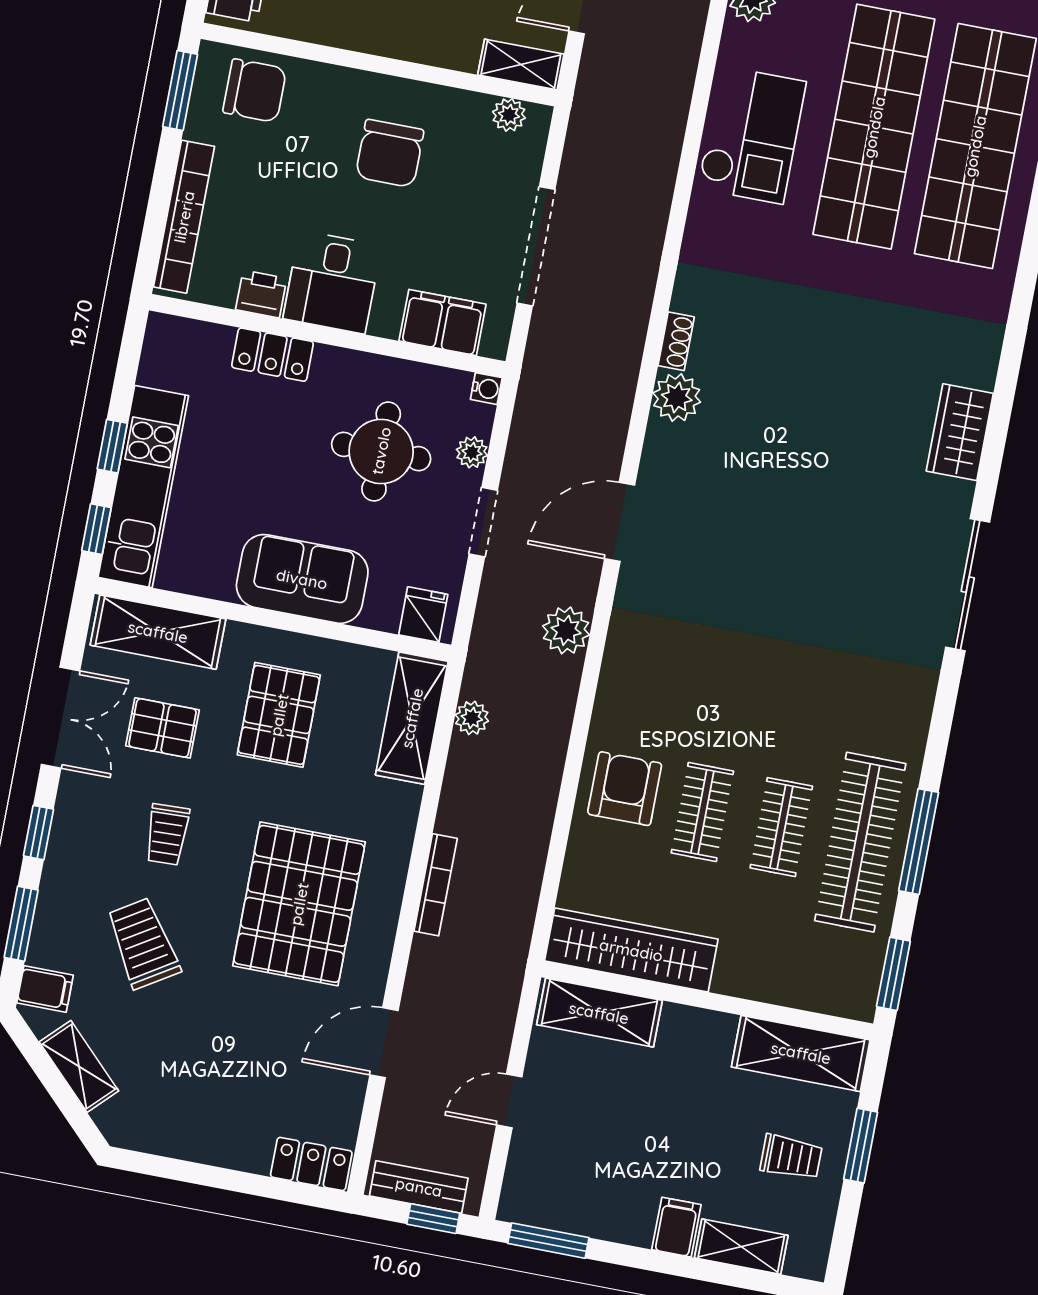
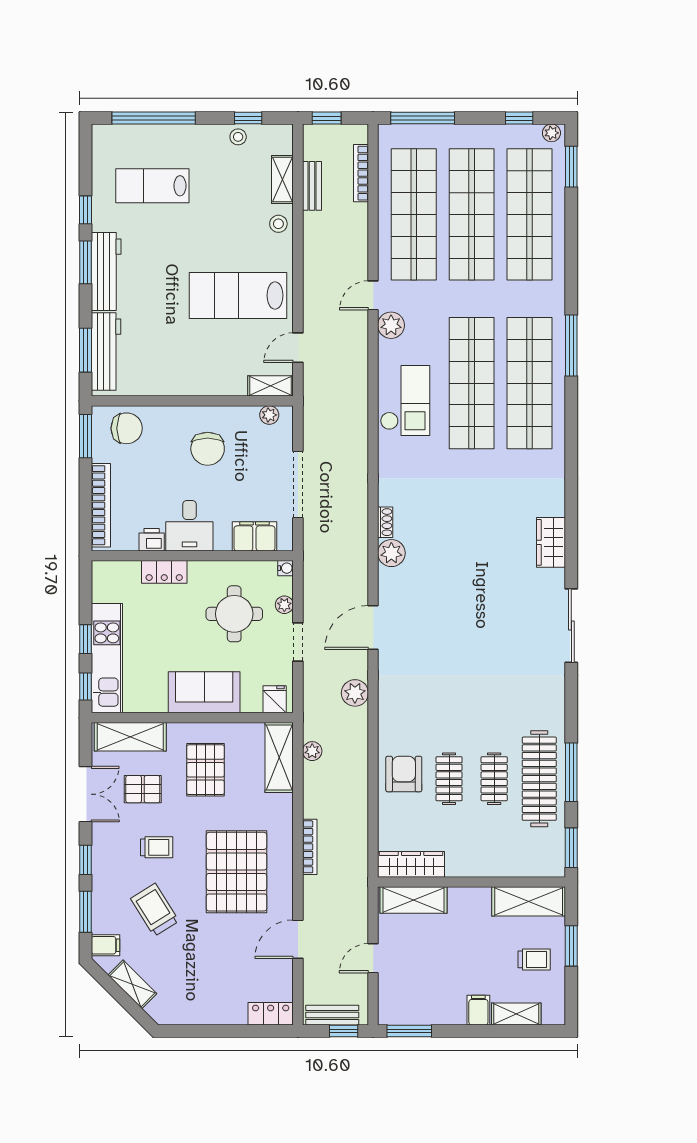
trolley: (167, 834) -> (157, 847), turned -88
wardrobe: (631, 950) -> (411, 864), width x0.71, depth x0.85

